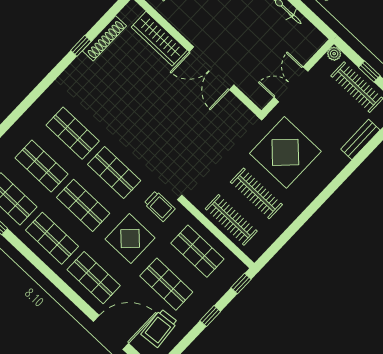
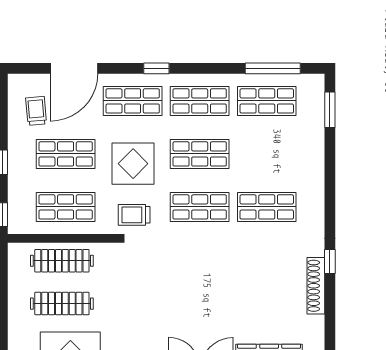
shoe rack: (104, 38) -> (316, 286), moved
window: (81, 46) -> (330, 262), moved
shop shelf: (41, 166) -> (267, 154), removed
window: (60, 284) -> (156, 68), added
trolley: (159, 328) -> (36, 111), width x0.73, depth x0.72

